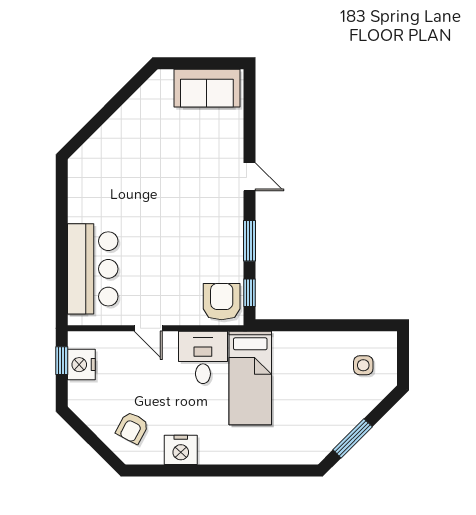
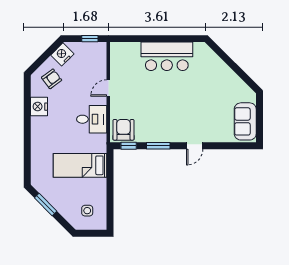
bar counter: (93, 269) -> (167, 56), moved
armchair: (222, 302) -> (123, 130), turned -90
nightstand: (81, 365) -> (62, 54), moved, turned -45
bed: (250, 378) -> (80, 165), moved
armchair: (132, 428) -> (52, 79), turned 115

